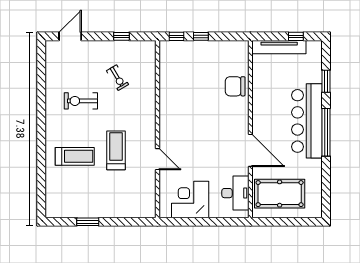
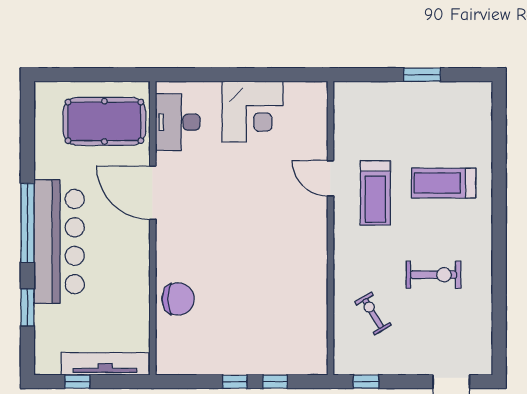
wall: (157, 129) -> (330, 228), moved
door: (157, 159) -> (330, 178), moved

